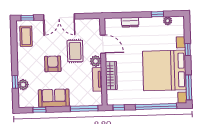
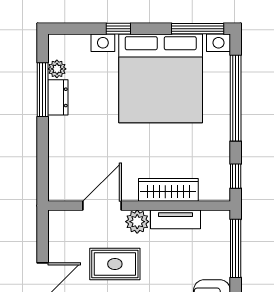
window: (157, 14) -> (43, 90), width x2.17
dresser: (130, 22) -> (58, 97), moved

